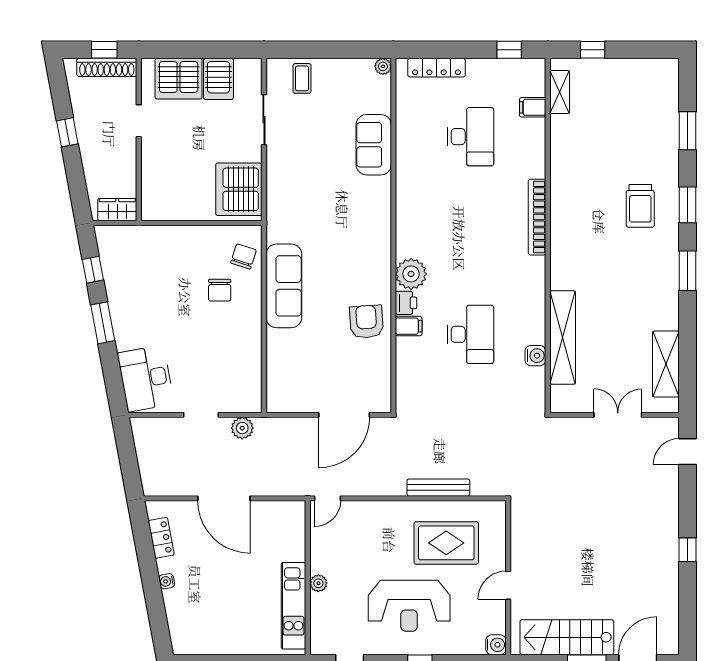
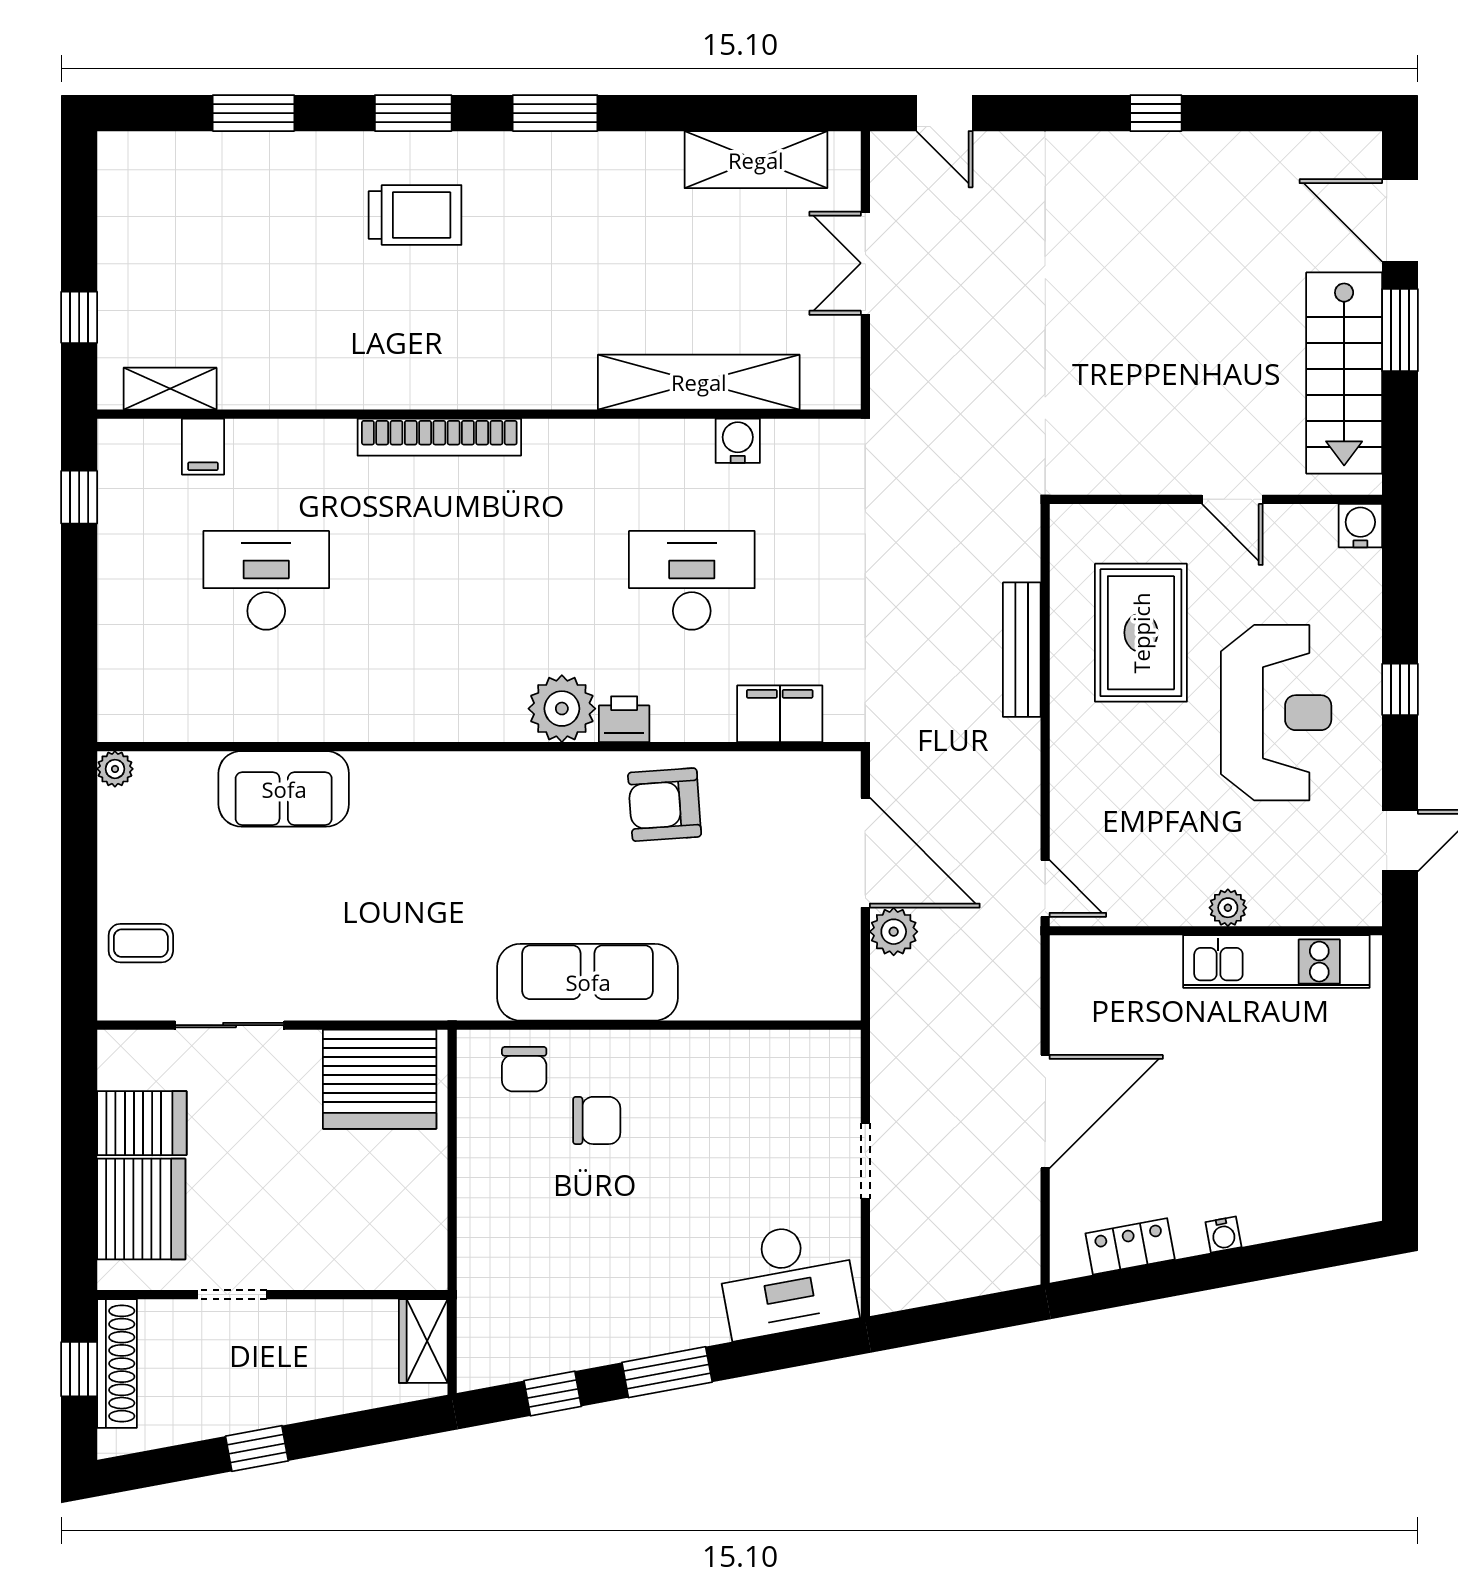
locker: (437, 68) -> (117, 654), removed
chair: (244, 256) -> (524, 1069), turned -108
filing cabinet: (409, 326) -> (780, 714), moved, width x2.00
plant: (242, 428) -> (894, 932), moved

